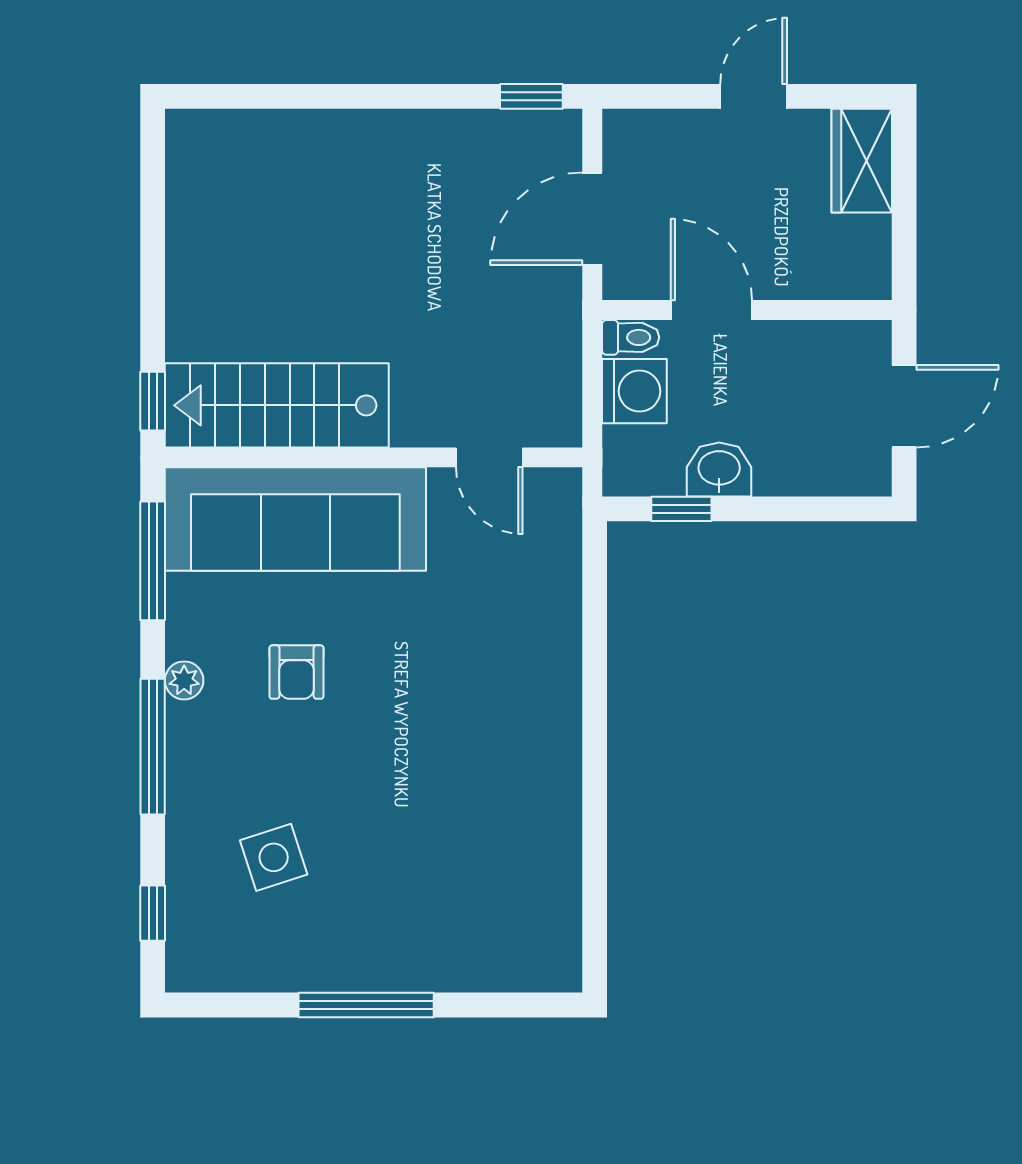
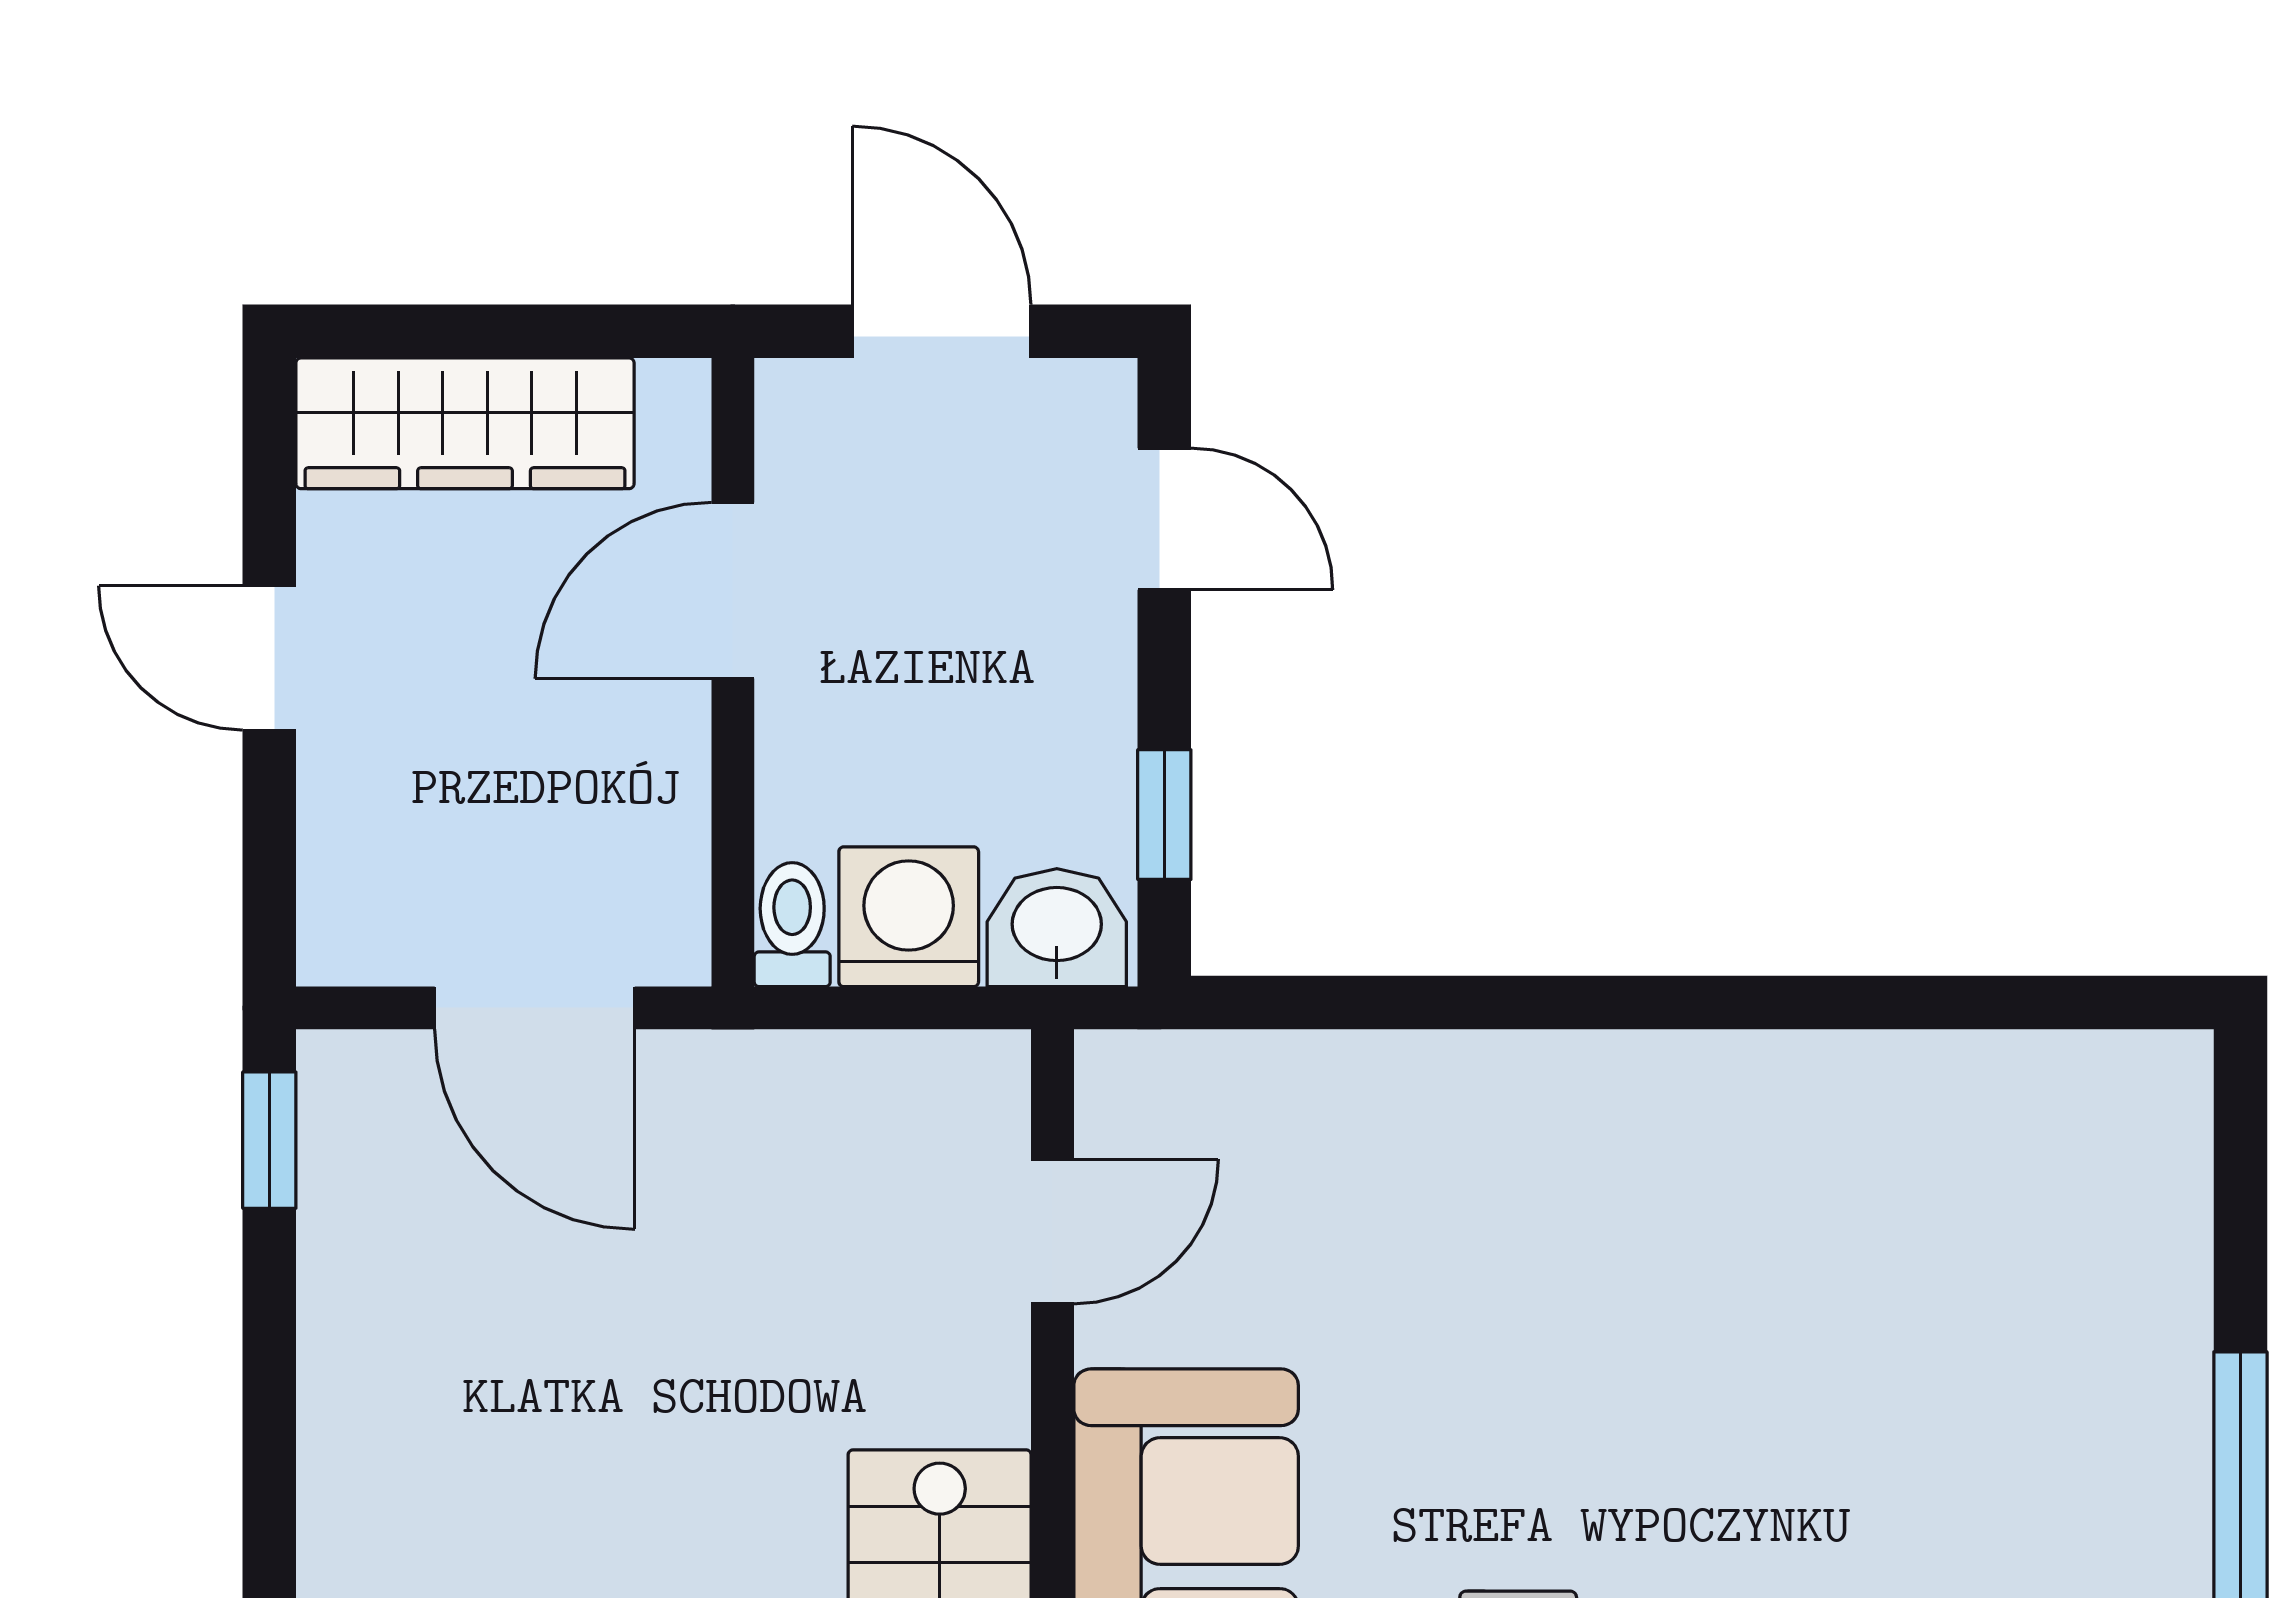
wardrobe: (862, 161) -> (465, 423), width x1.50
door: (711, 310) -> (733, 590), moved
washbasin: (719, 470) -> (1057, 928), moved, turned 90
door: (818, 509) -> (1164, 519), added

